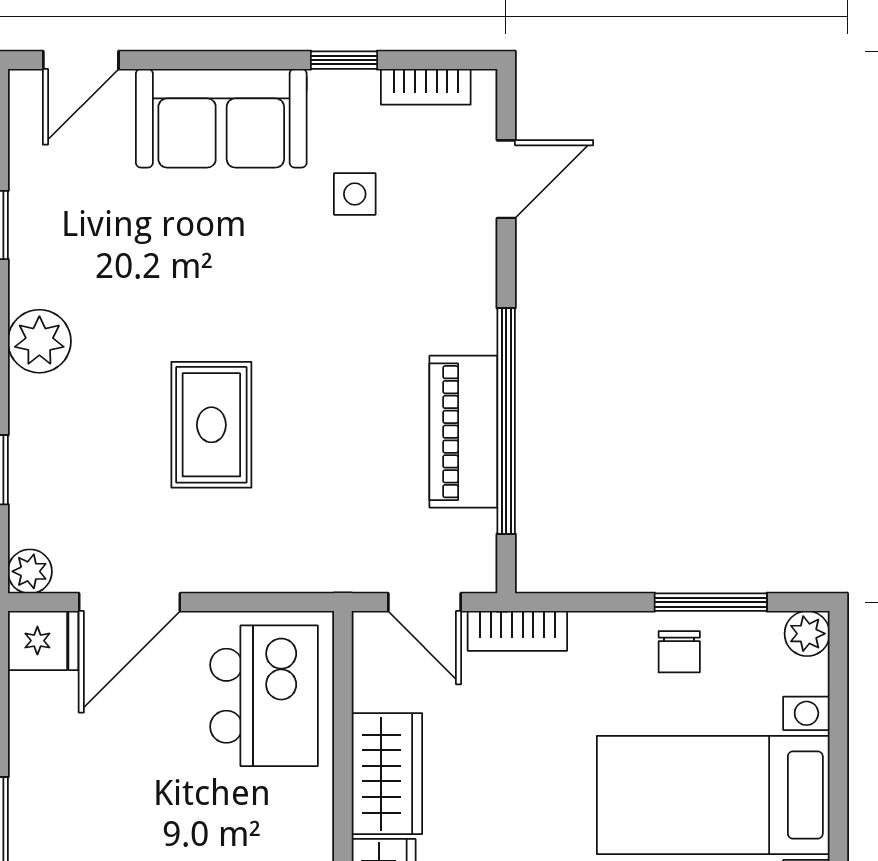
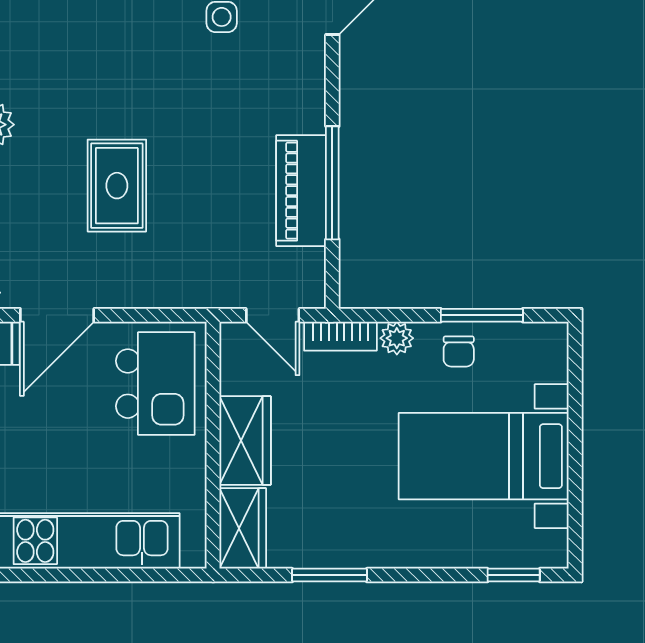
window: (506, 421) -> (332, 183), width x0.68
plant: (807, 634) -> (397, 338), moved

